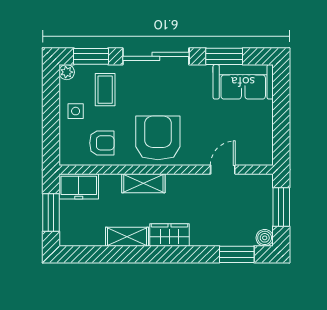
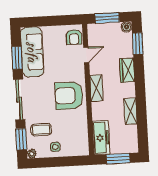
sofa: (243, 82) -> (32, 52), width x1.36
armchair: (102, 143) -> (74, 37), moved, turned 180
door: (223, 170) -> (86, 55), swing flipped
shelving: (143, 183) -> (96, 88), moved
freezer: (79, 186) -> (101, 138), width x1.40
wardrobe: (170, 235) -> (127, 70), moved

